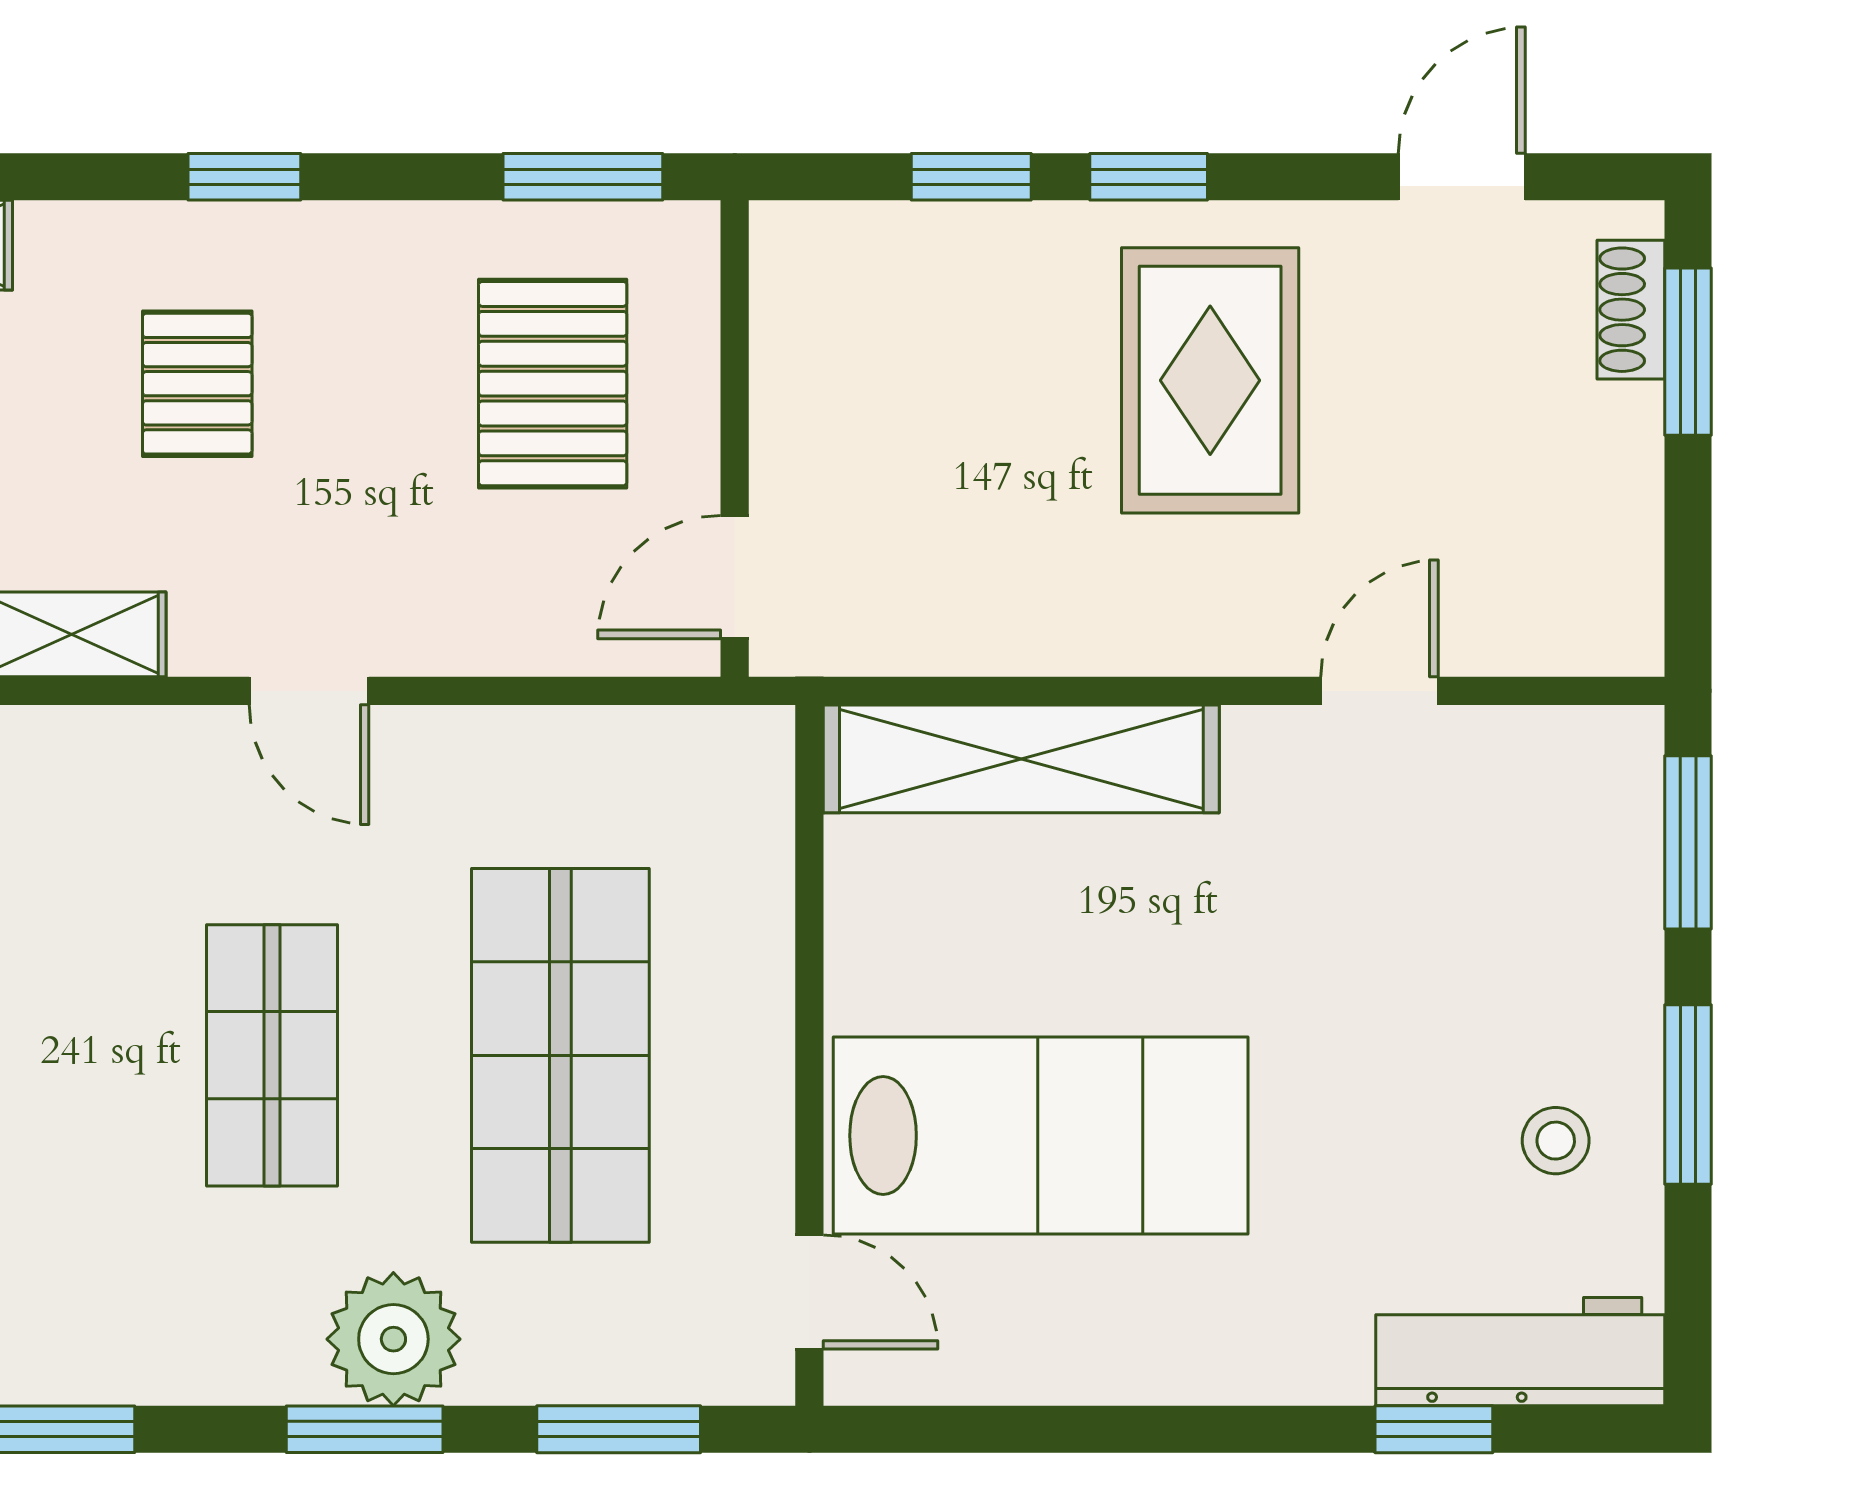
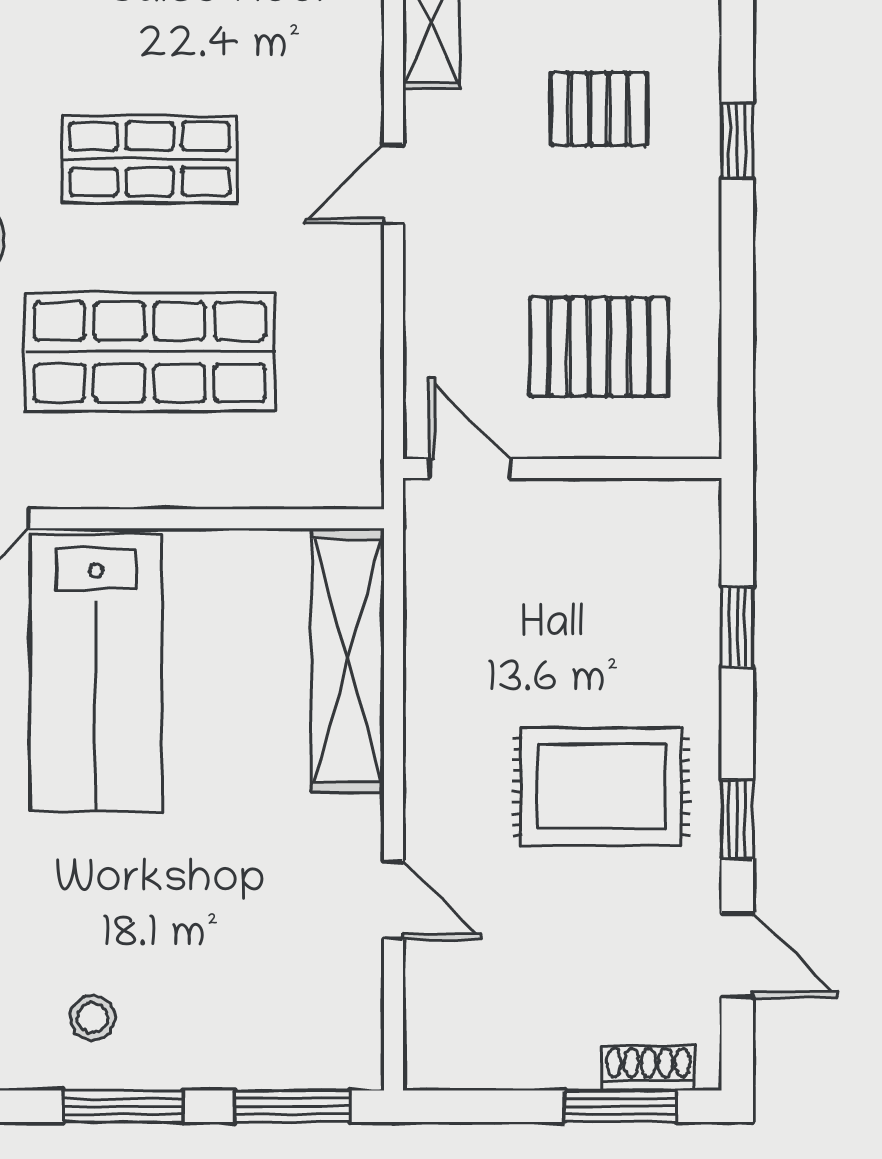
window: (583, 177) -> (737, 367), removed
window: (1149, 177) -> (737, 819), moved

